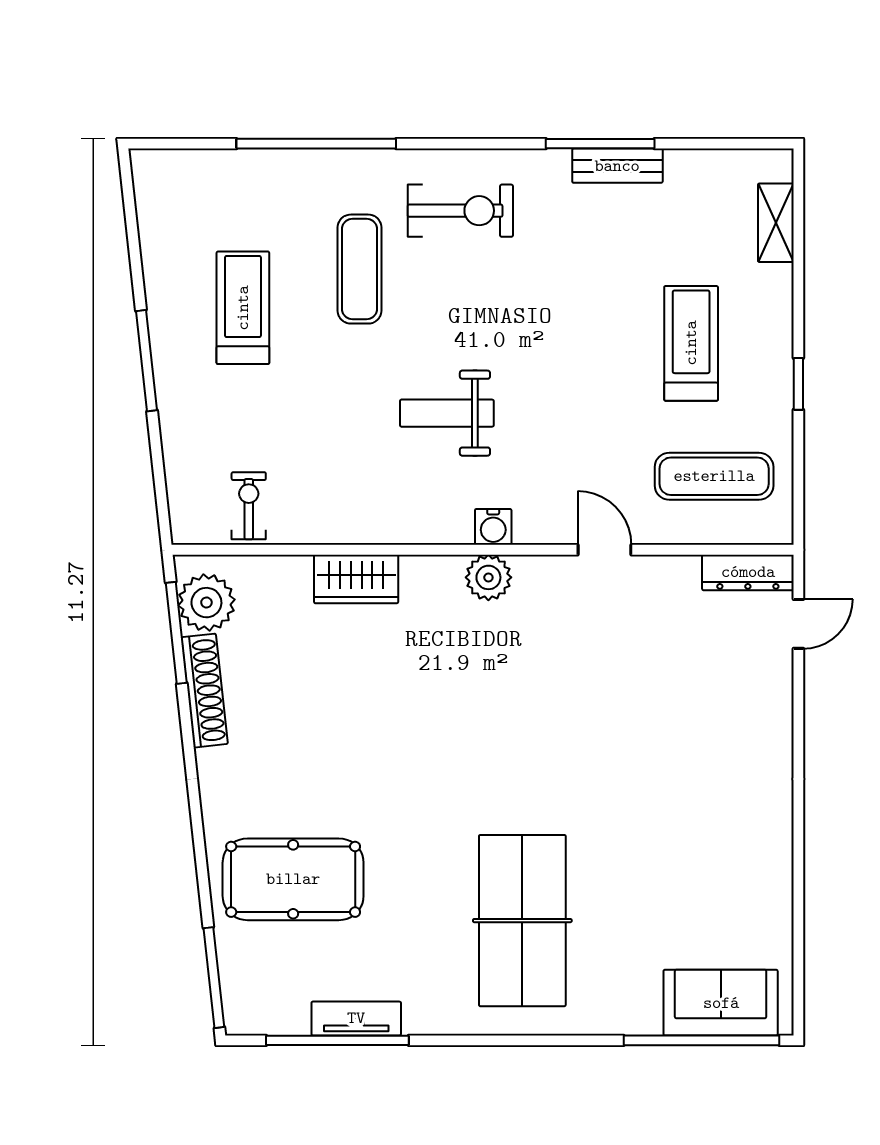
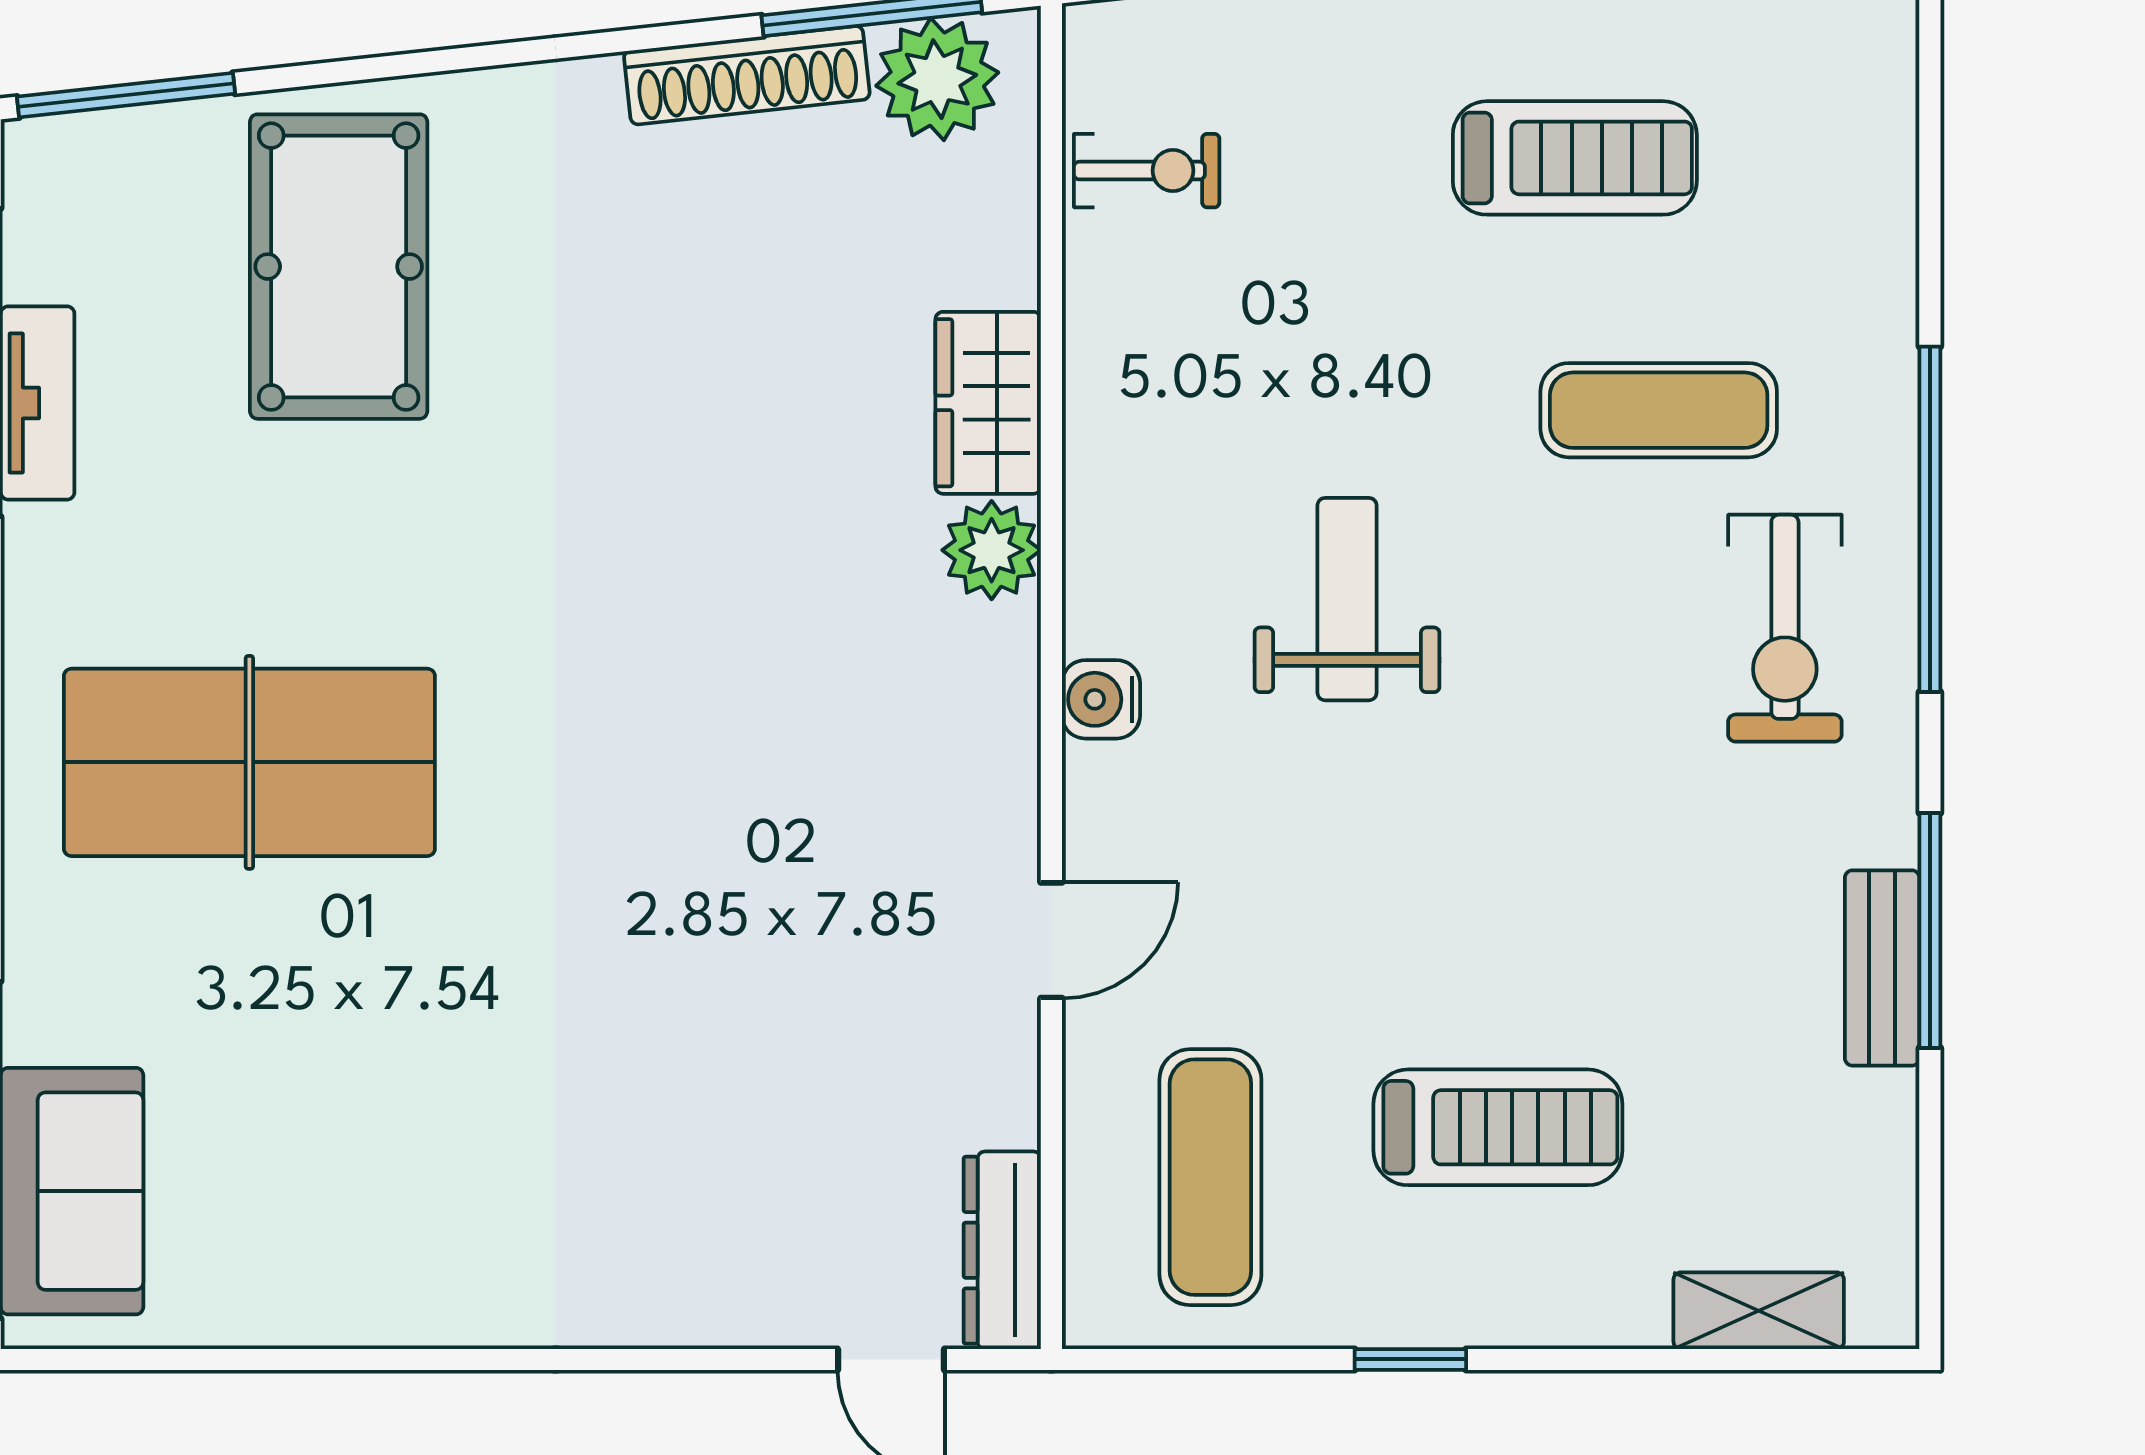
window: (316, 144) -> (1930, 519), moved
plant: (488, 577) -> (992, 550), moved

